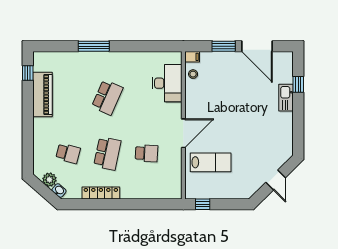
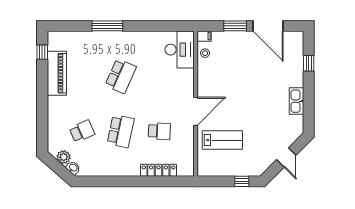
desk: (167, 83) -> (180, 50), moved
kitchen sink: (286, 98) -> (296, 101), moved
school desk: (68, 153) -> (82, 131), turned -39
locker: (101, 193) -> (158, 170), moved
window: (203, 204) -> (242, 181), moved

